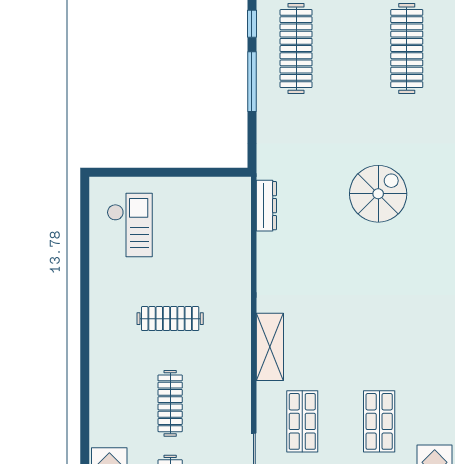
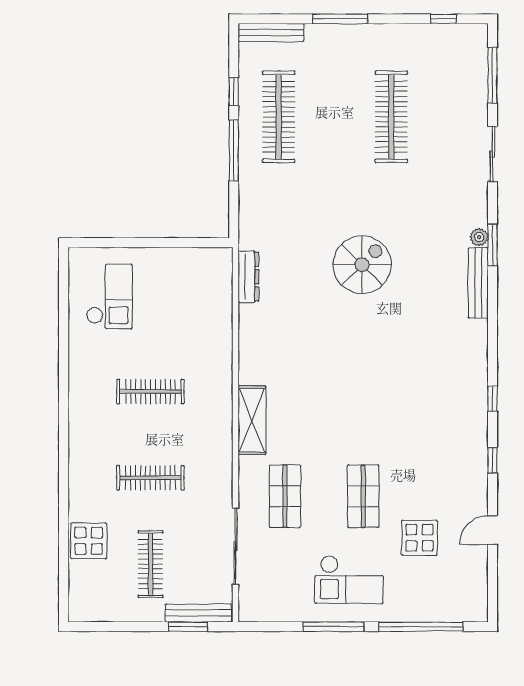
clothes rail: (170, 403) -> (150, 478), turned 90

